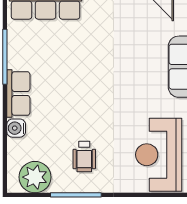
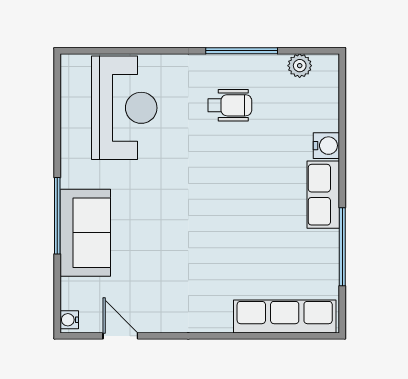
wheelchair: (84, 157) -> (230, 105), turned 90
plant: (35, 177) -> (300, 66), width x0.53, depth x0.53

